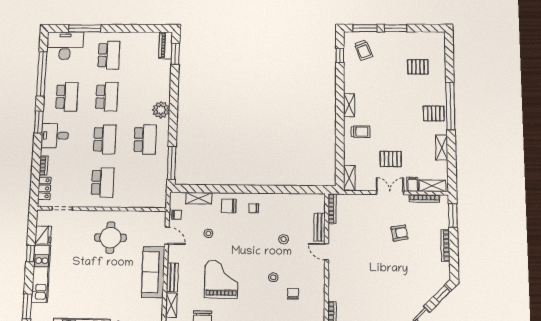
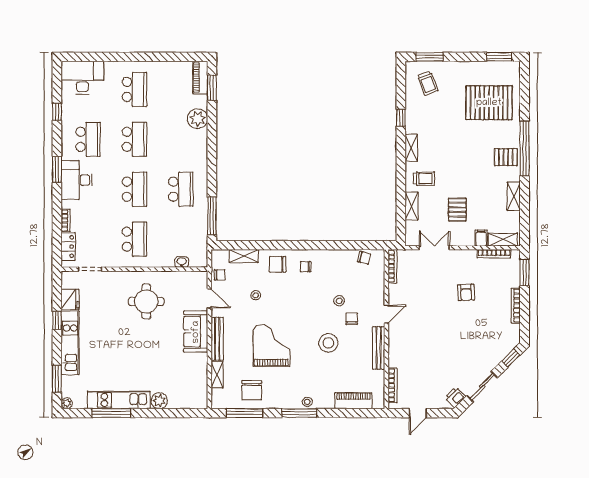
window: (85, 28) -> (105, 57), removed
window: (396, 28) -> (499, 57), moved
window: (340, 55) -> (401, 118), moved
pallet: (418, 67) -> (489, 103), width x2.05, depth x2.00
window: (42, 74) -> (57, 112), width x0.32
plant: (161, 110) -> (198, 119), moved
desk: (55, 136) -> (77, 180), width x1.37
pallet: (391, 159) -> (457, 210), turned 90
shelving: (349, 178) -> (412, 206), moved
double door: (390, 193) -> (435, 248), moved
chair: (306, 201) -> (364, 258), added
washbasin: (143, 203) -> (182, 262), added
bench: (320, 227) -> (379, 348), moved, width x1.36
armchair: (399, 233) -> (466, 292), turned 97
door: (326, 252) -> (386, 314), swing flipped
sofa: (153, 272) -> (196, 332), width x0.73
bench: (172, 277) -> (217, 339), width x1.36
stool: (273, 277) -> (328, 343), width x1.89, depth x1.89
chair: (293, 294) -> (352, 319), moved

